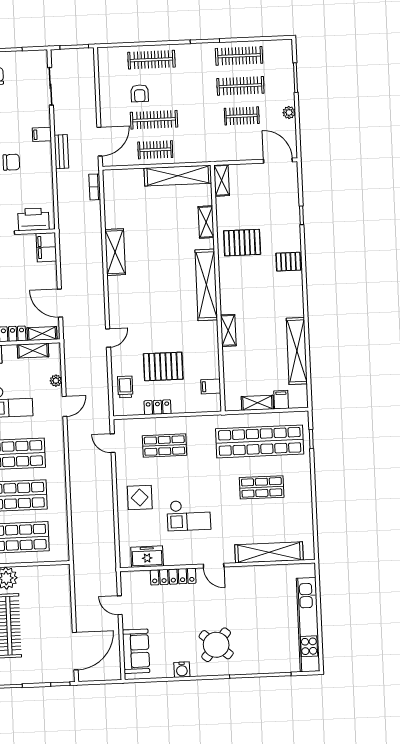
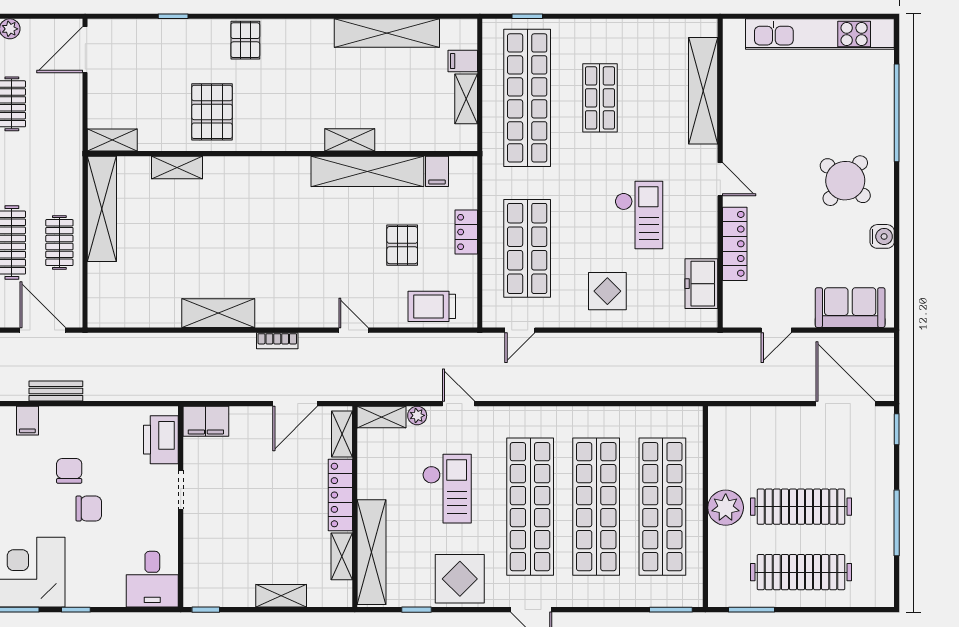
bookcase: (95, 187) -> (277, 341), moved
shelving: (206, 285) -> (367, 171), moved
shelving: (33, 351) -> (381, 417), moved, turned 90
pallet: (163, 366) -> (402, 245), width x0.67, depth x0.71
trolley: (125, 387) -> (432, 306), width x1.36, depth x1.39
locker: (158, 407) -> (466, 232), moved
shop shelf: (164, 446) -> (527, 248), width x1.43, depth x1.36
door: (214, 566) -> (720, 179), hinge flipped

